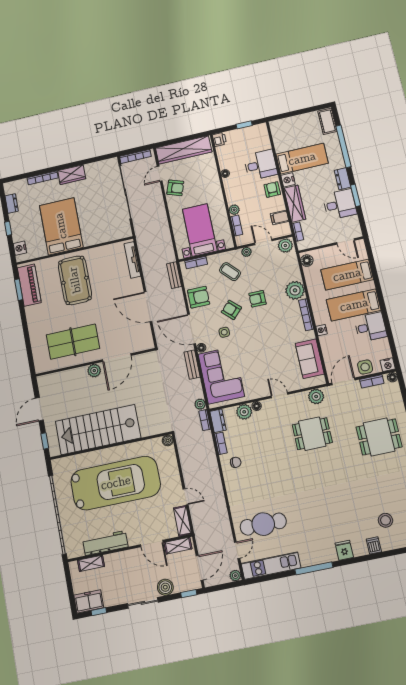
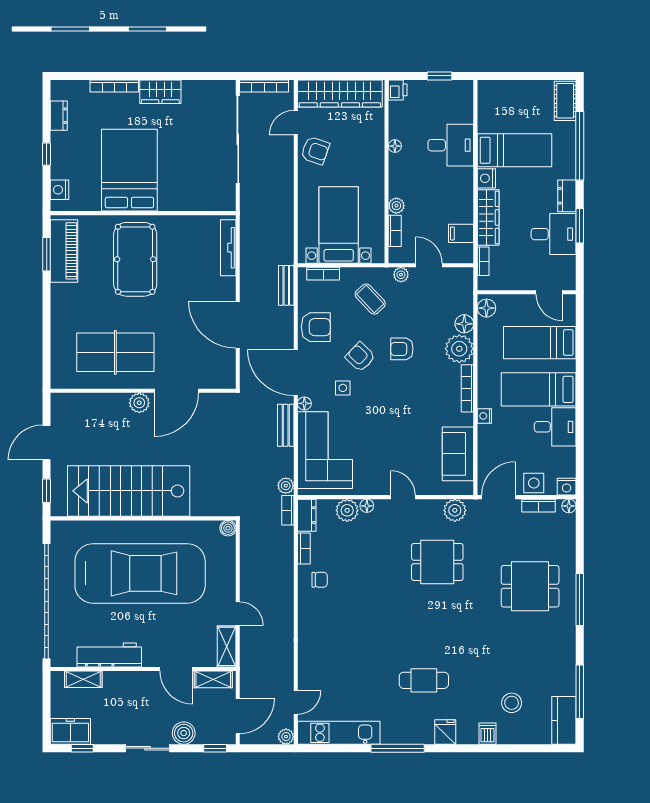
armchair: (272, 189) -> (460, 188), removed
plant: (285, 246) -> (460, 278), removed
floor lamp: (295, 274) -> (464, 324), added
cafe table: (263, 524) -> (424, 680), moved, width x0.73, depth x0.74

